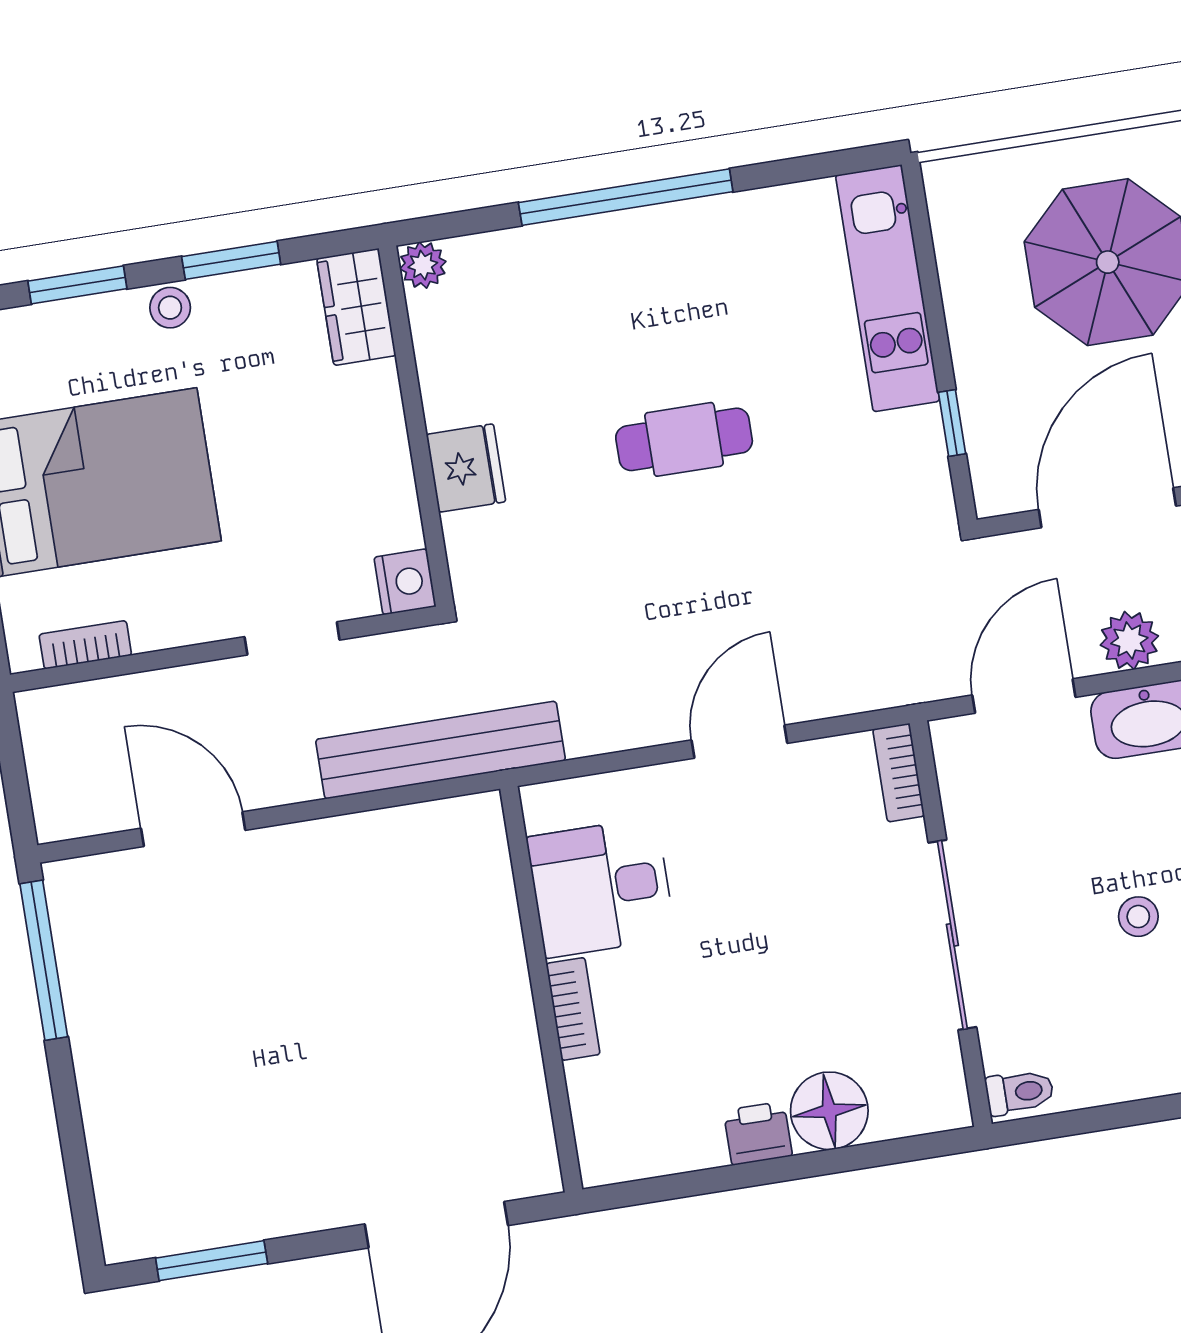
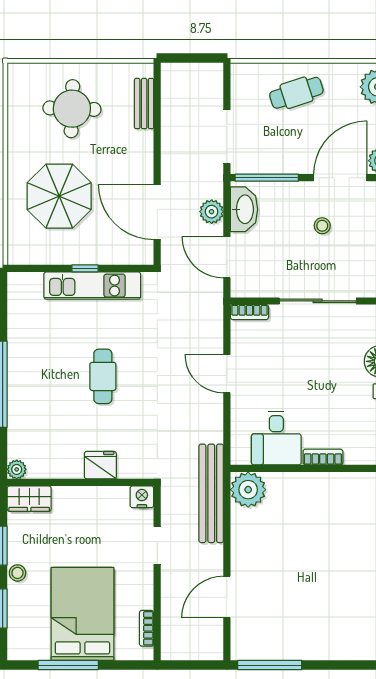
kitchen unit: (888, 288) -> (92, 286), moved
window: (952, 423) -> (85, 268), moved
plant: (464, 839) -> (248, 490), added

